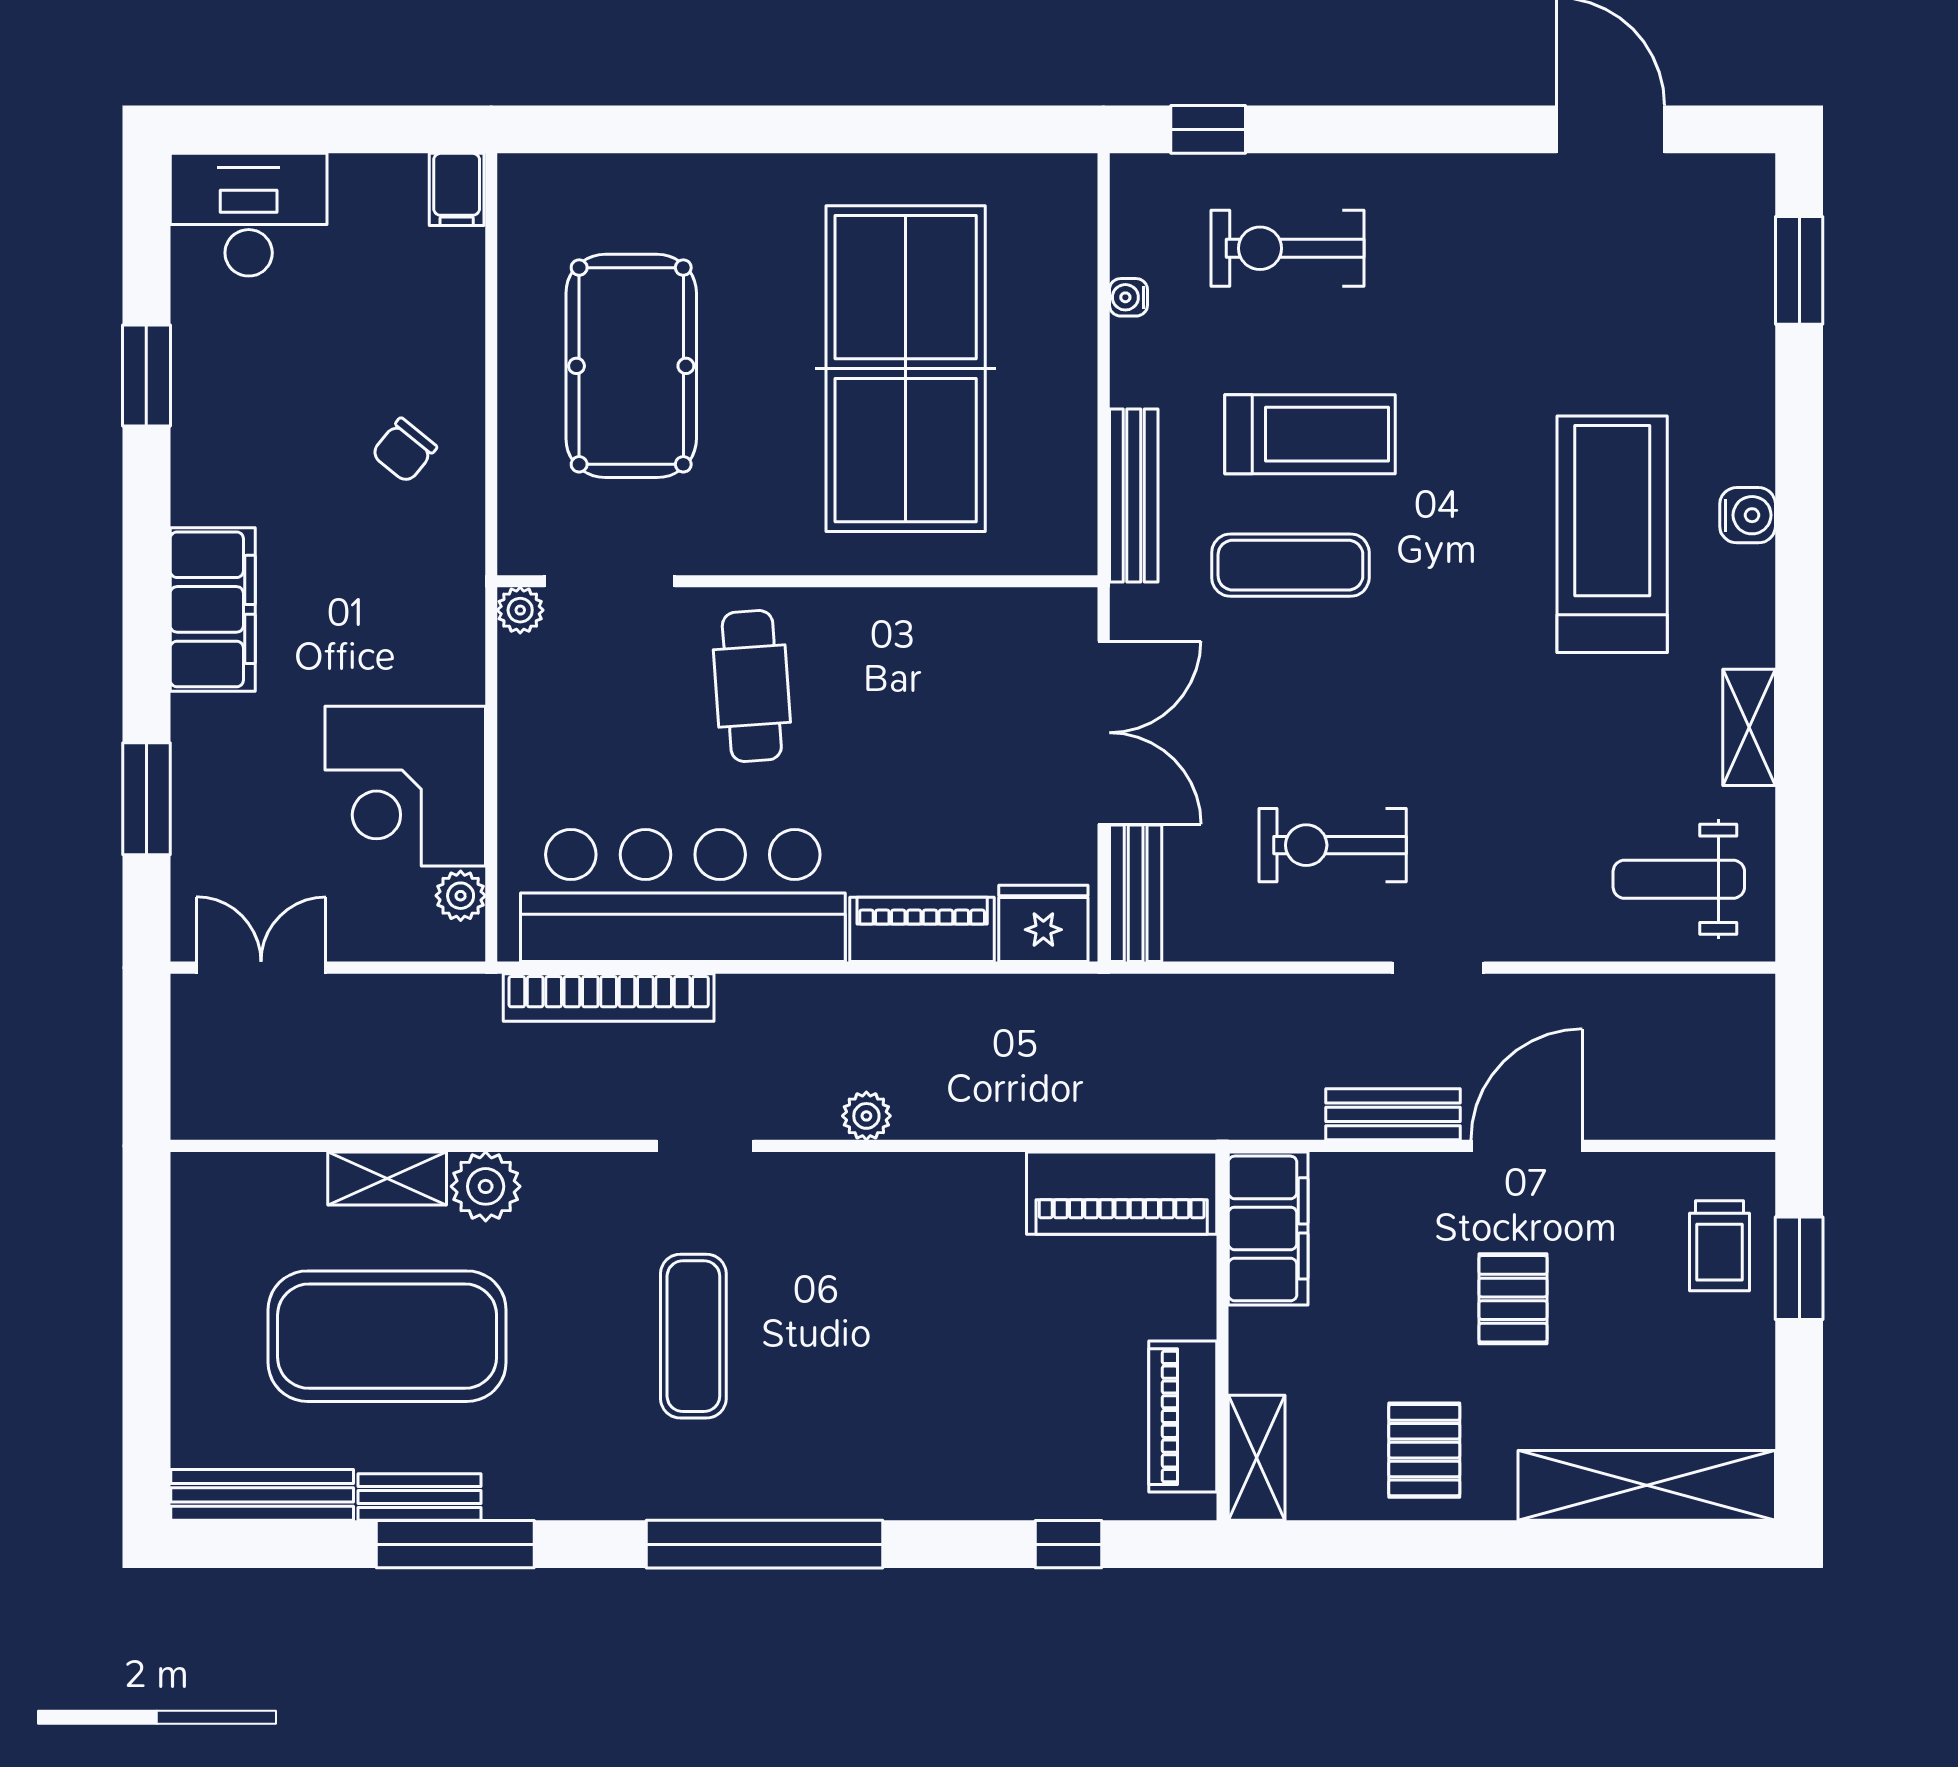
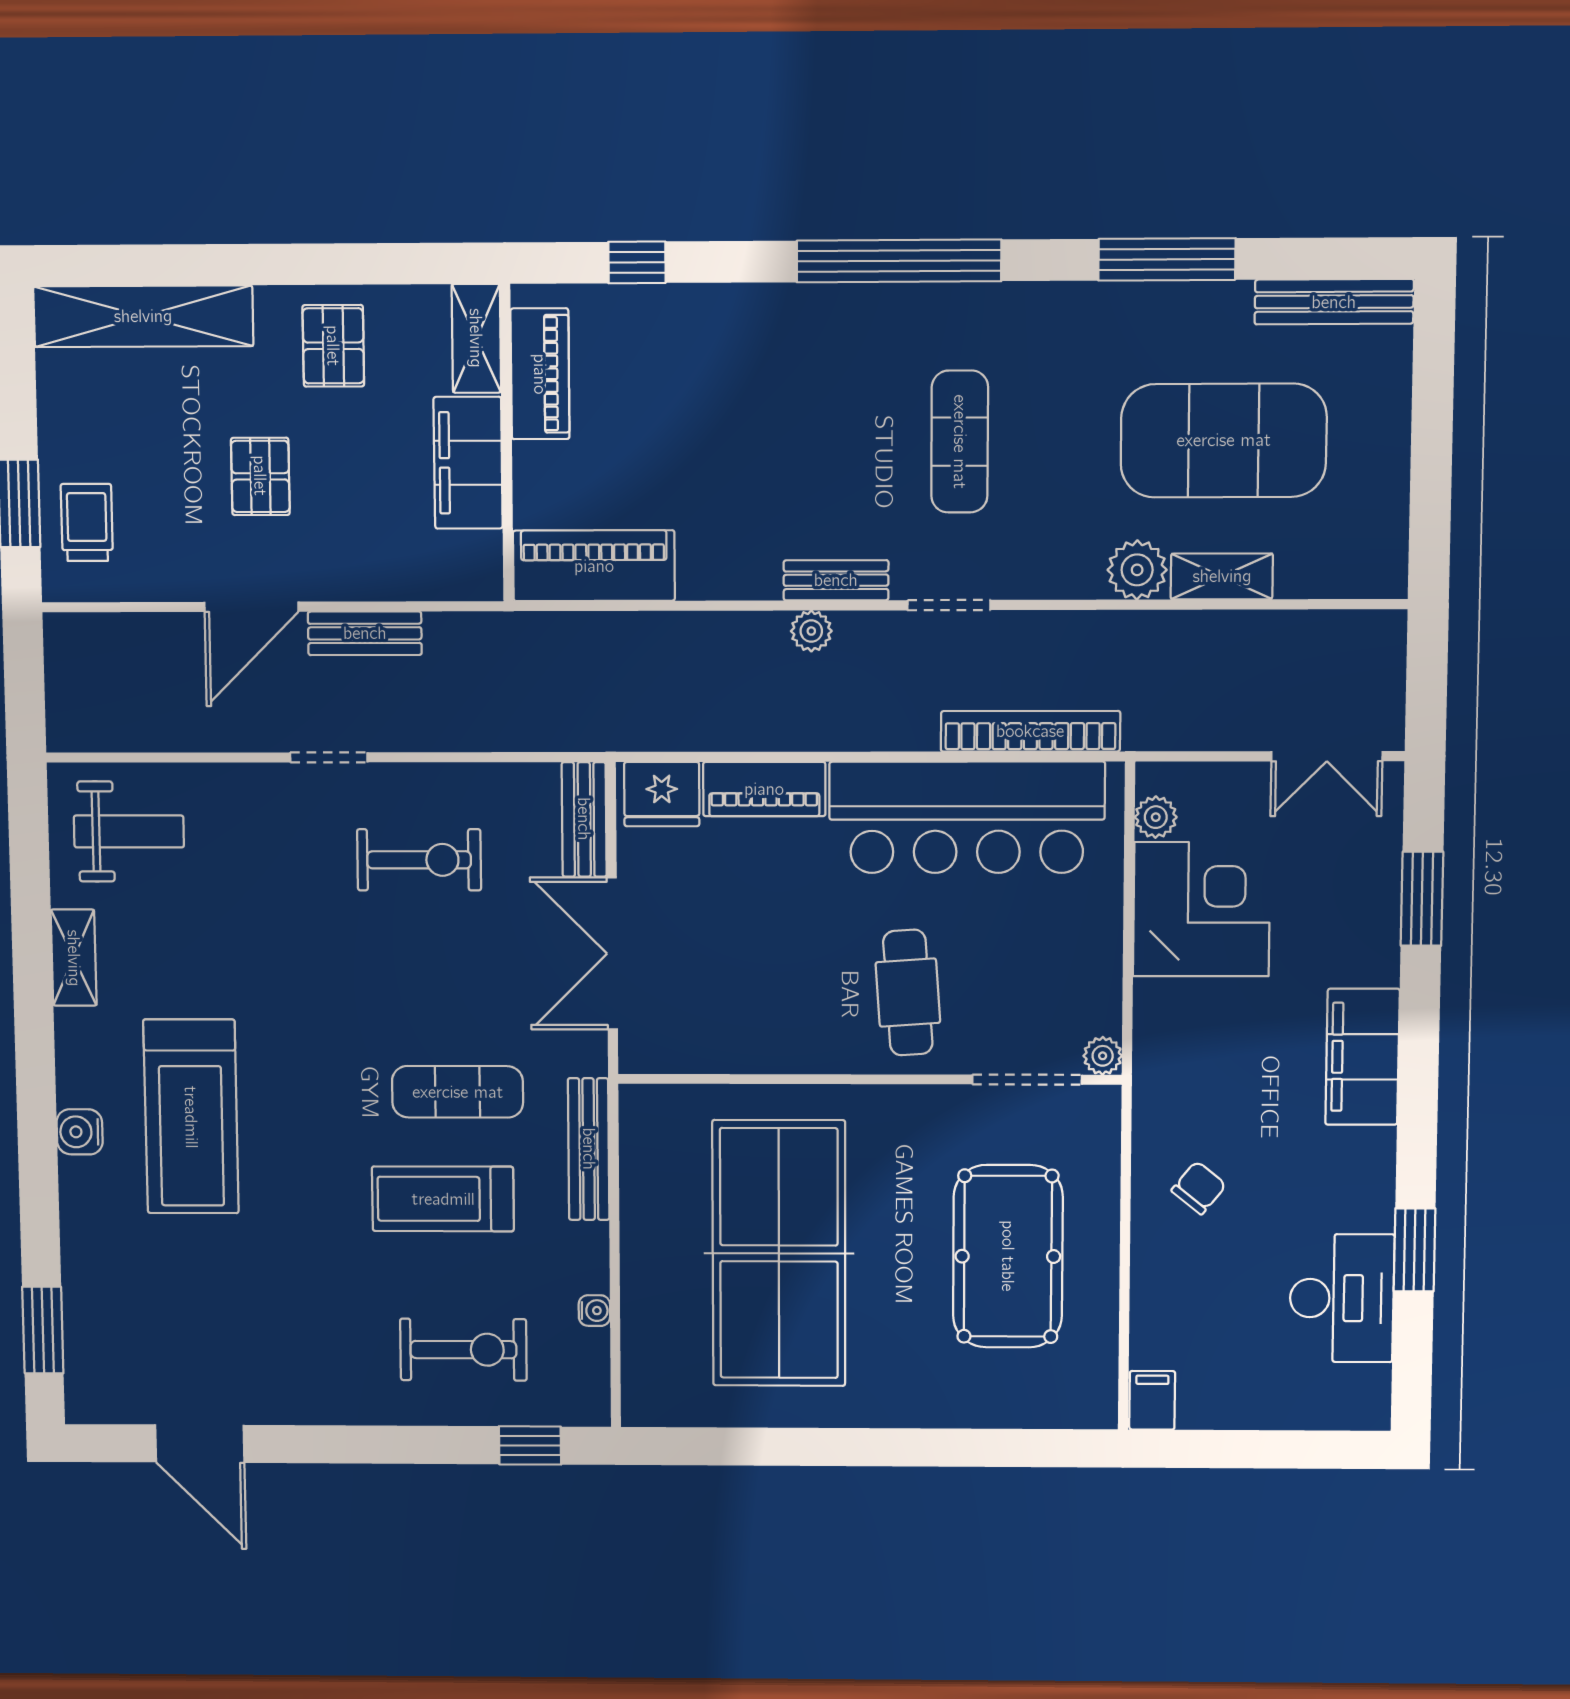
desk: (249, 215) -> (1342, 1298), moved, turned -90
filing cabinet: (1268, 1228) -> (468, 463), moved
bench: (419, 1497) -> (836, 580), moved

